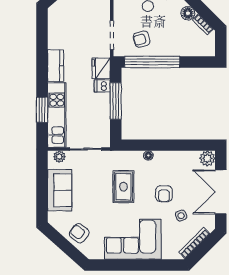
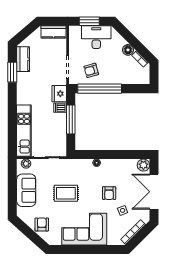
kitchen counter: (56, 66) -> (23, 59), moved
window: (42, 110) -> (12, 72), moved
rug: (123, 187) -> (66, 193), moved, turned 90
armchair: (79, 233) -> (42, 224), turned 53

